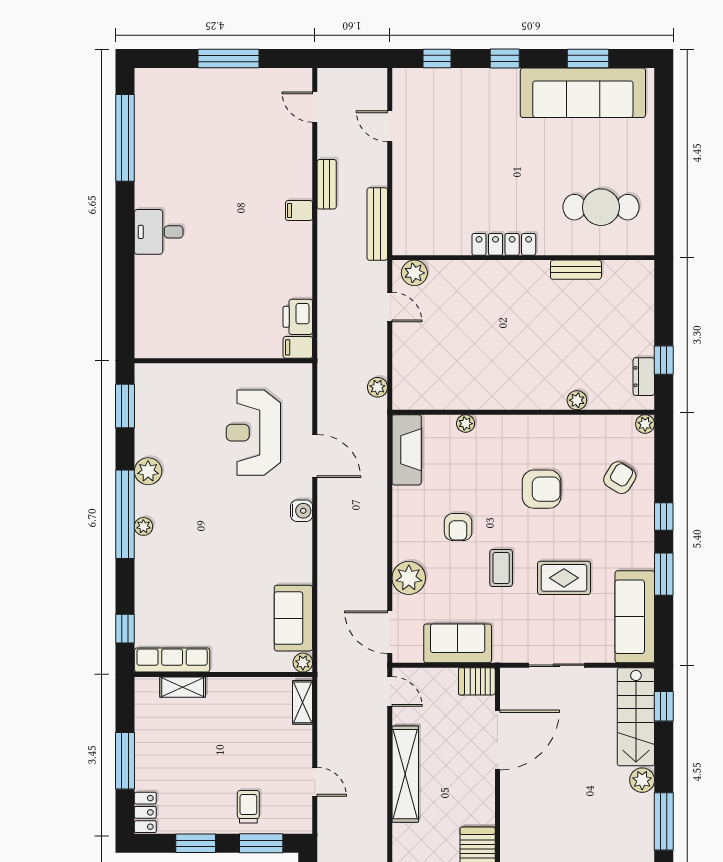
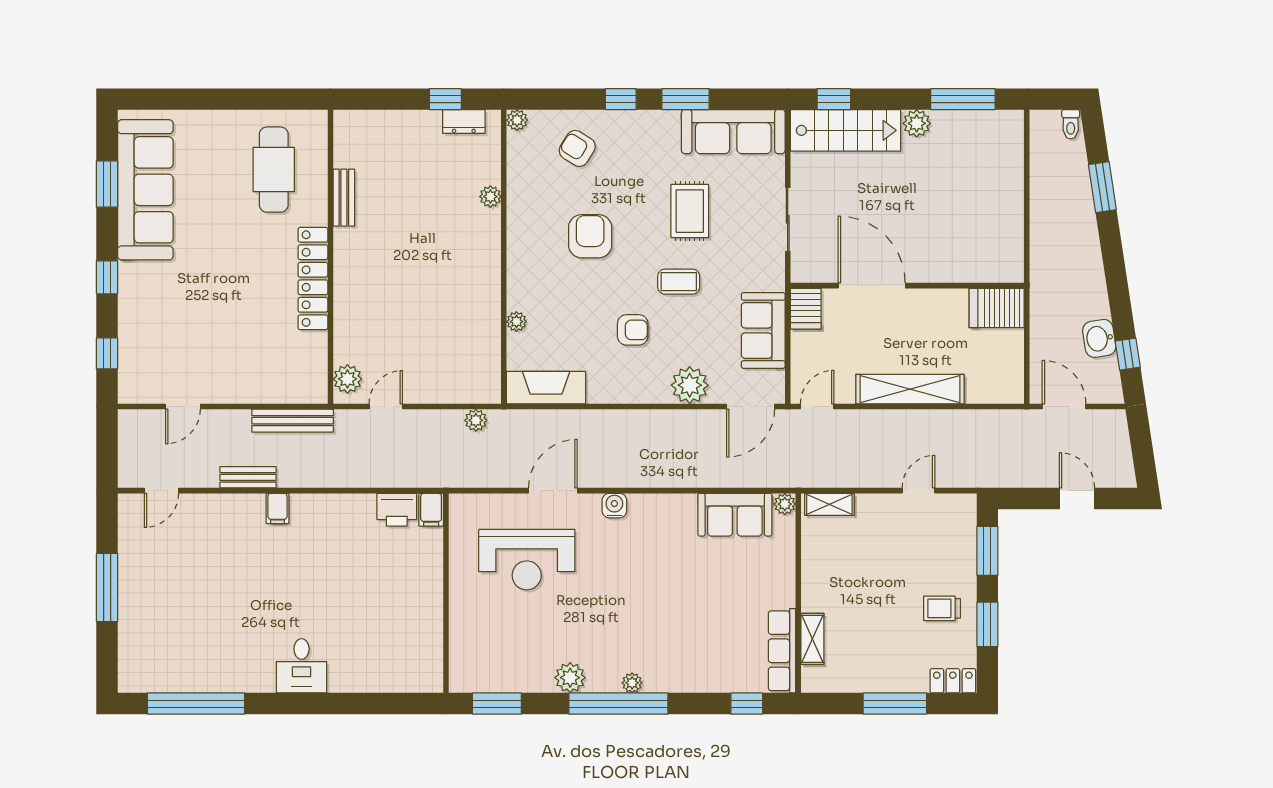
locker: (504, 244) -> (313, 279), width x1.41, depth x1.21
trolley: (248, 807) -> (942, 608), moved

